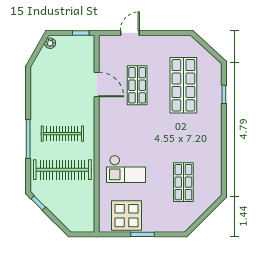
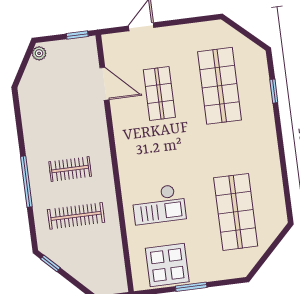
door: (97, 84) -> (104, 84), moved
clothes rail: (62, 134) -> (70, 169), width x0.73
clothes rail: (62, 170) -> (76, 216), width x0.73, depth x0.76
shop shelf: (183, 182) -> (236, 212), width x1.43, depth x1.36

